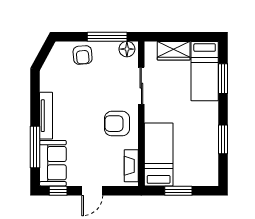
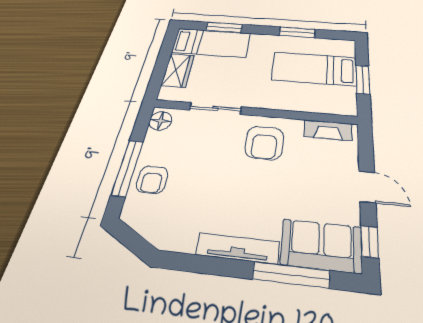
window: (107, 37) -> (127, 168), moved
armchair: (83, 55) -> (152, 180), turned 95
bed: (159, 154) -> (314, 69), moved

